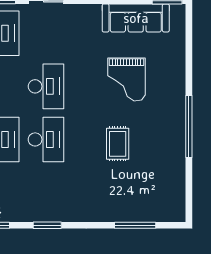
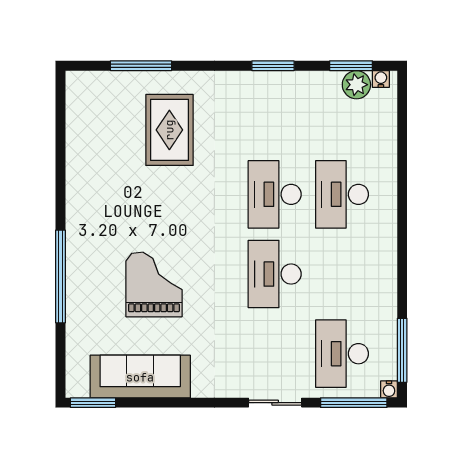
window: (189, 127) -> (61, 276), moved
rug: (118, 144) -> (169, 130), moved, width x1.36, depth x1.43

